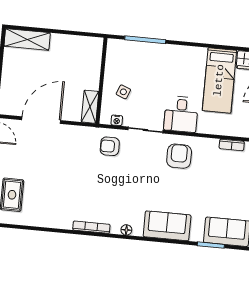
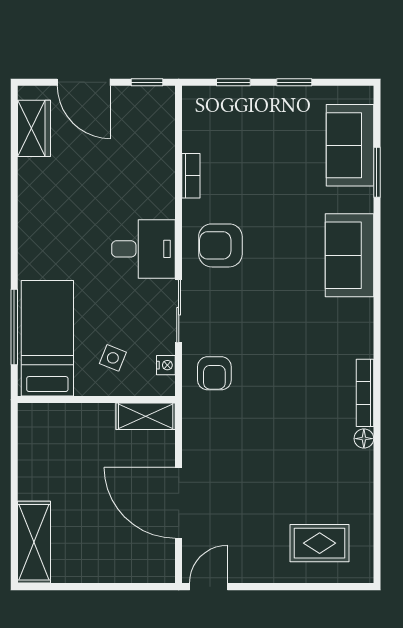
bed: (219, 80) -> (47, 338), moved, turned -90
bookcase: (232, 145) -> (191, 176), moved
floor lamp: (126, 230) -> (364, 439), moved

